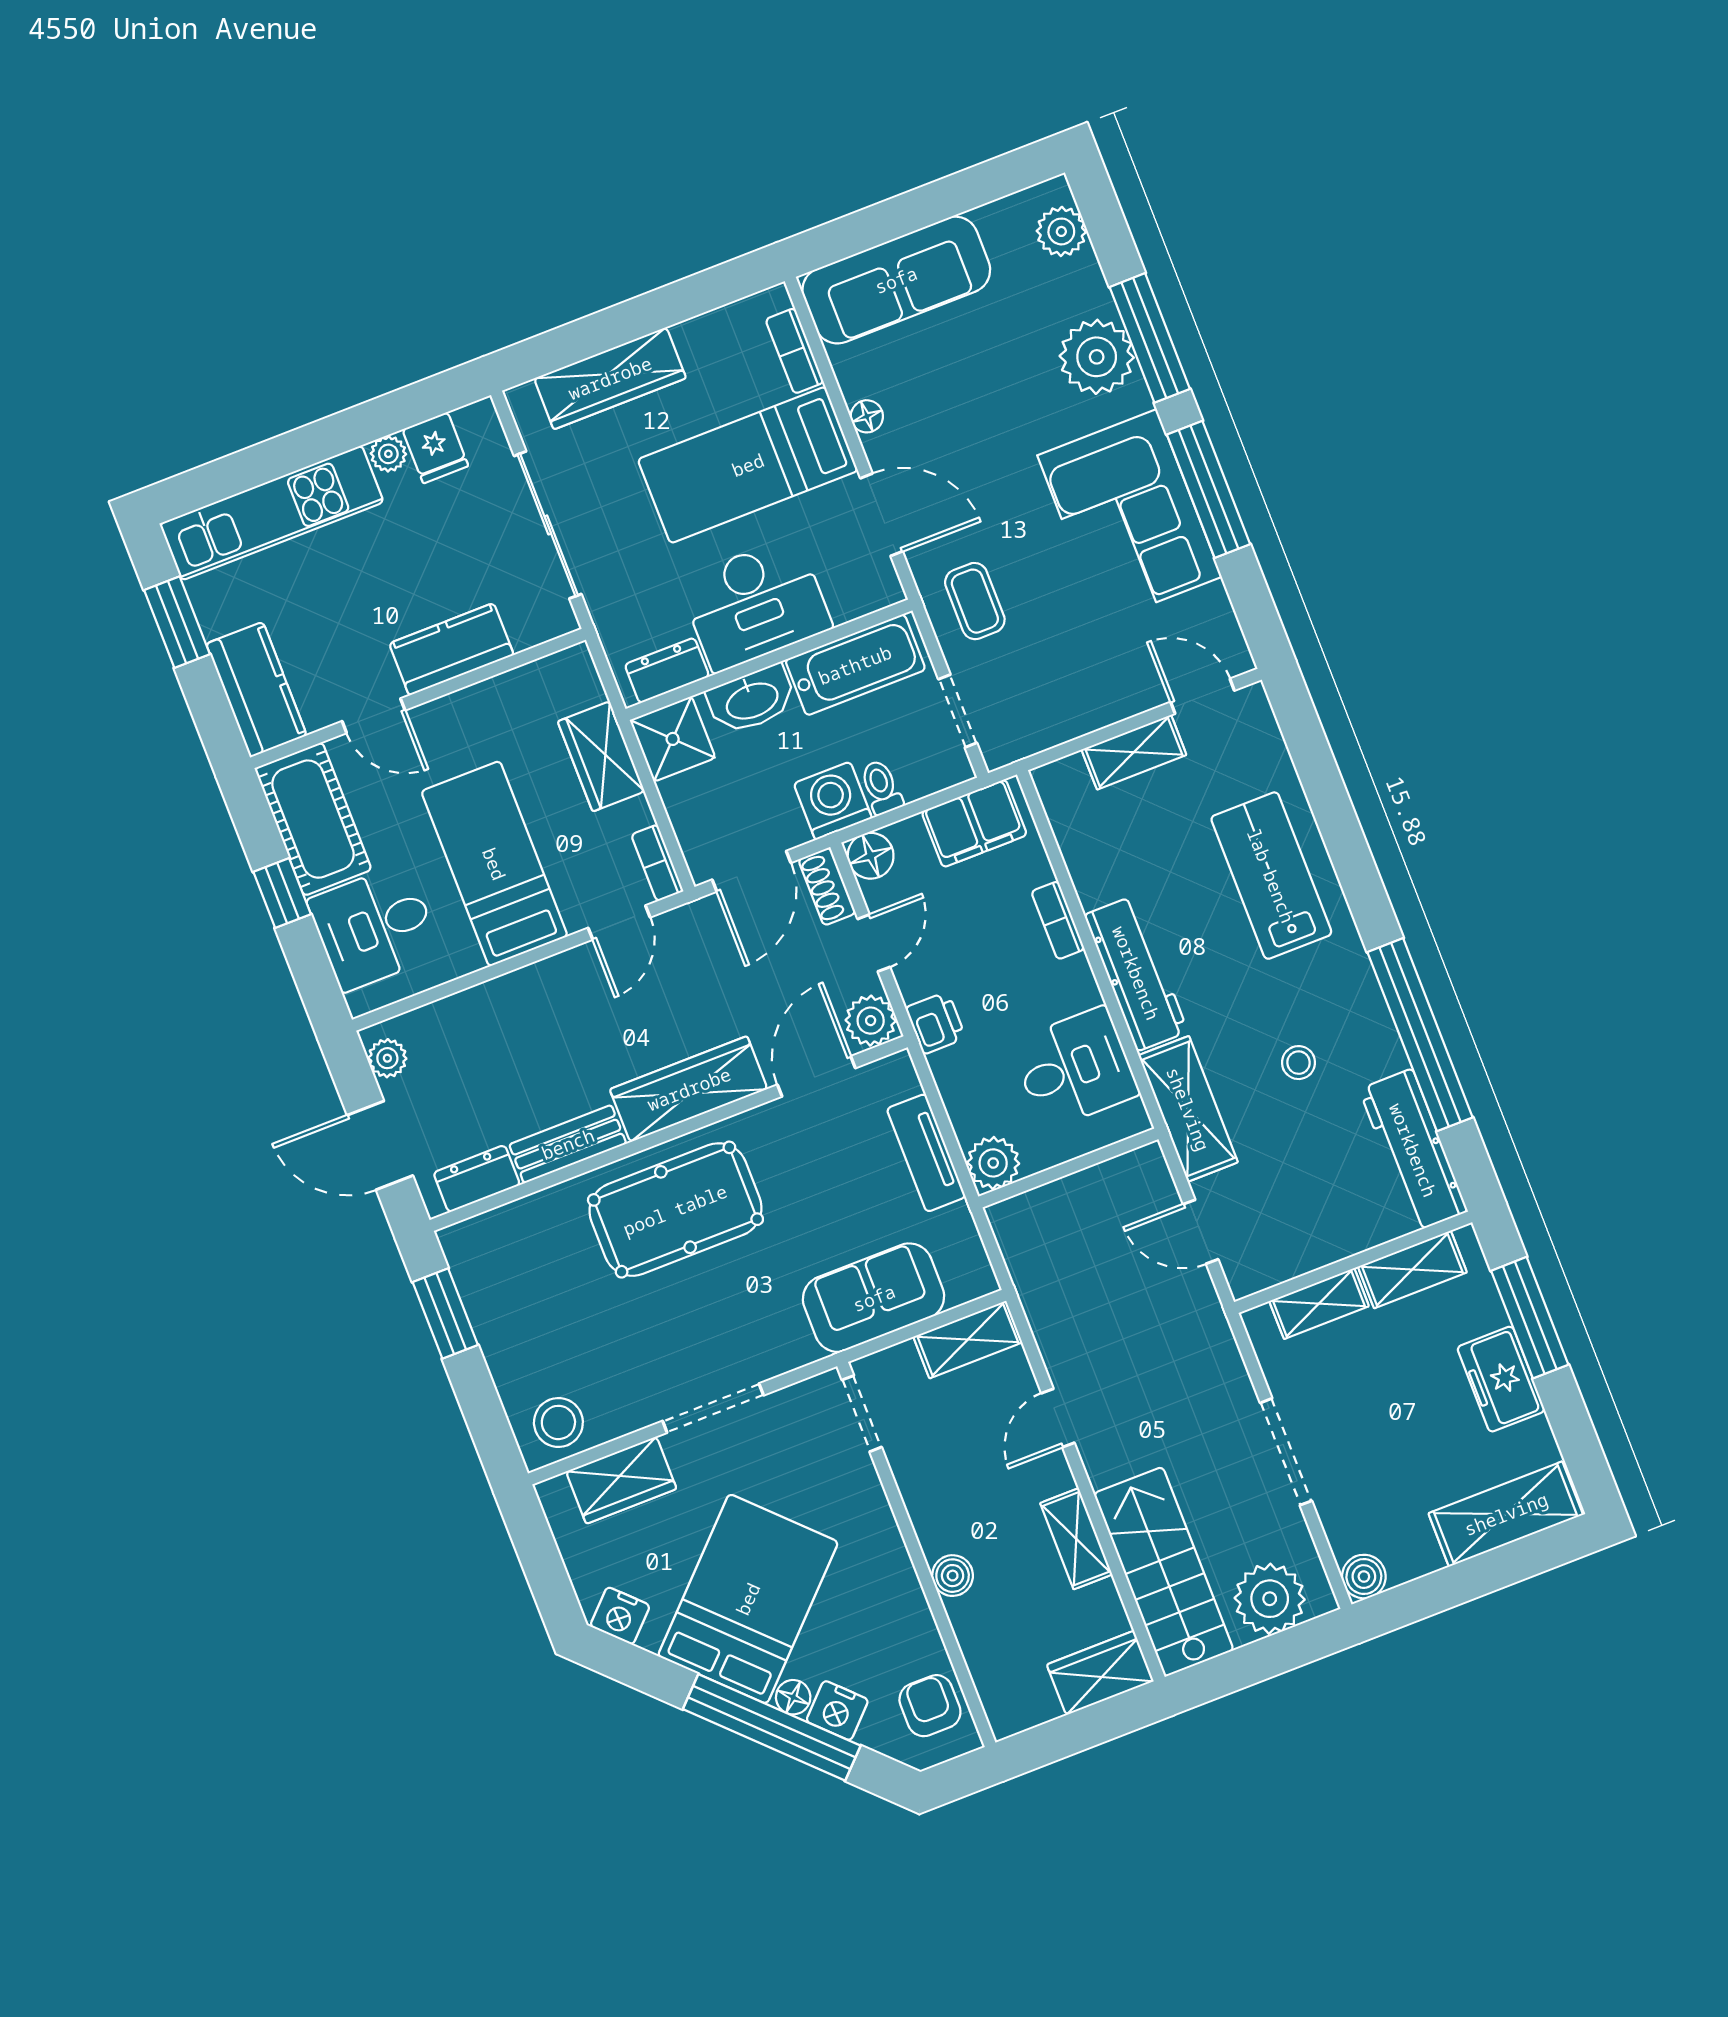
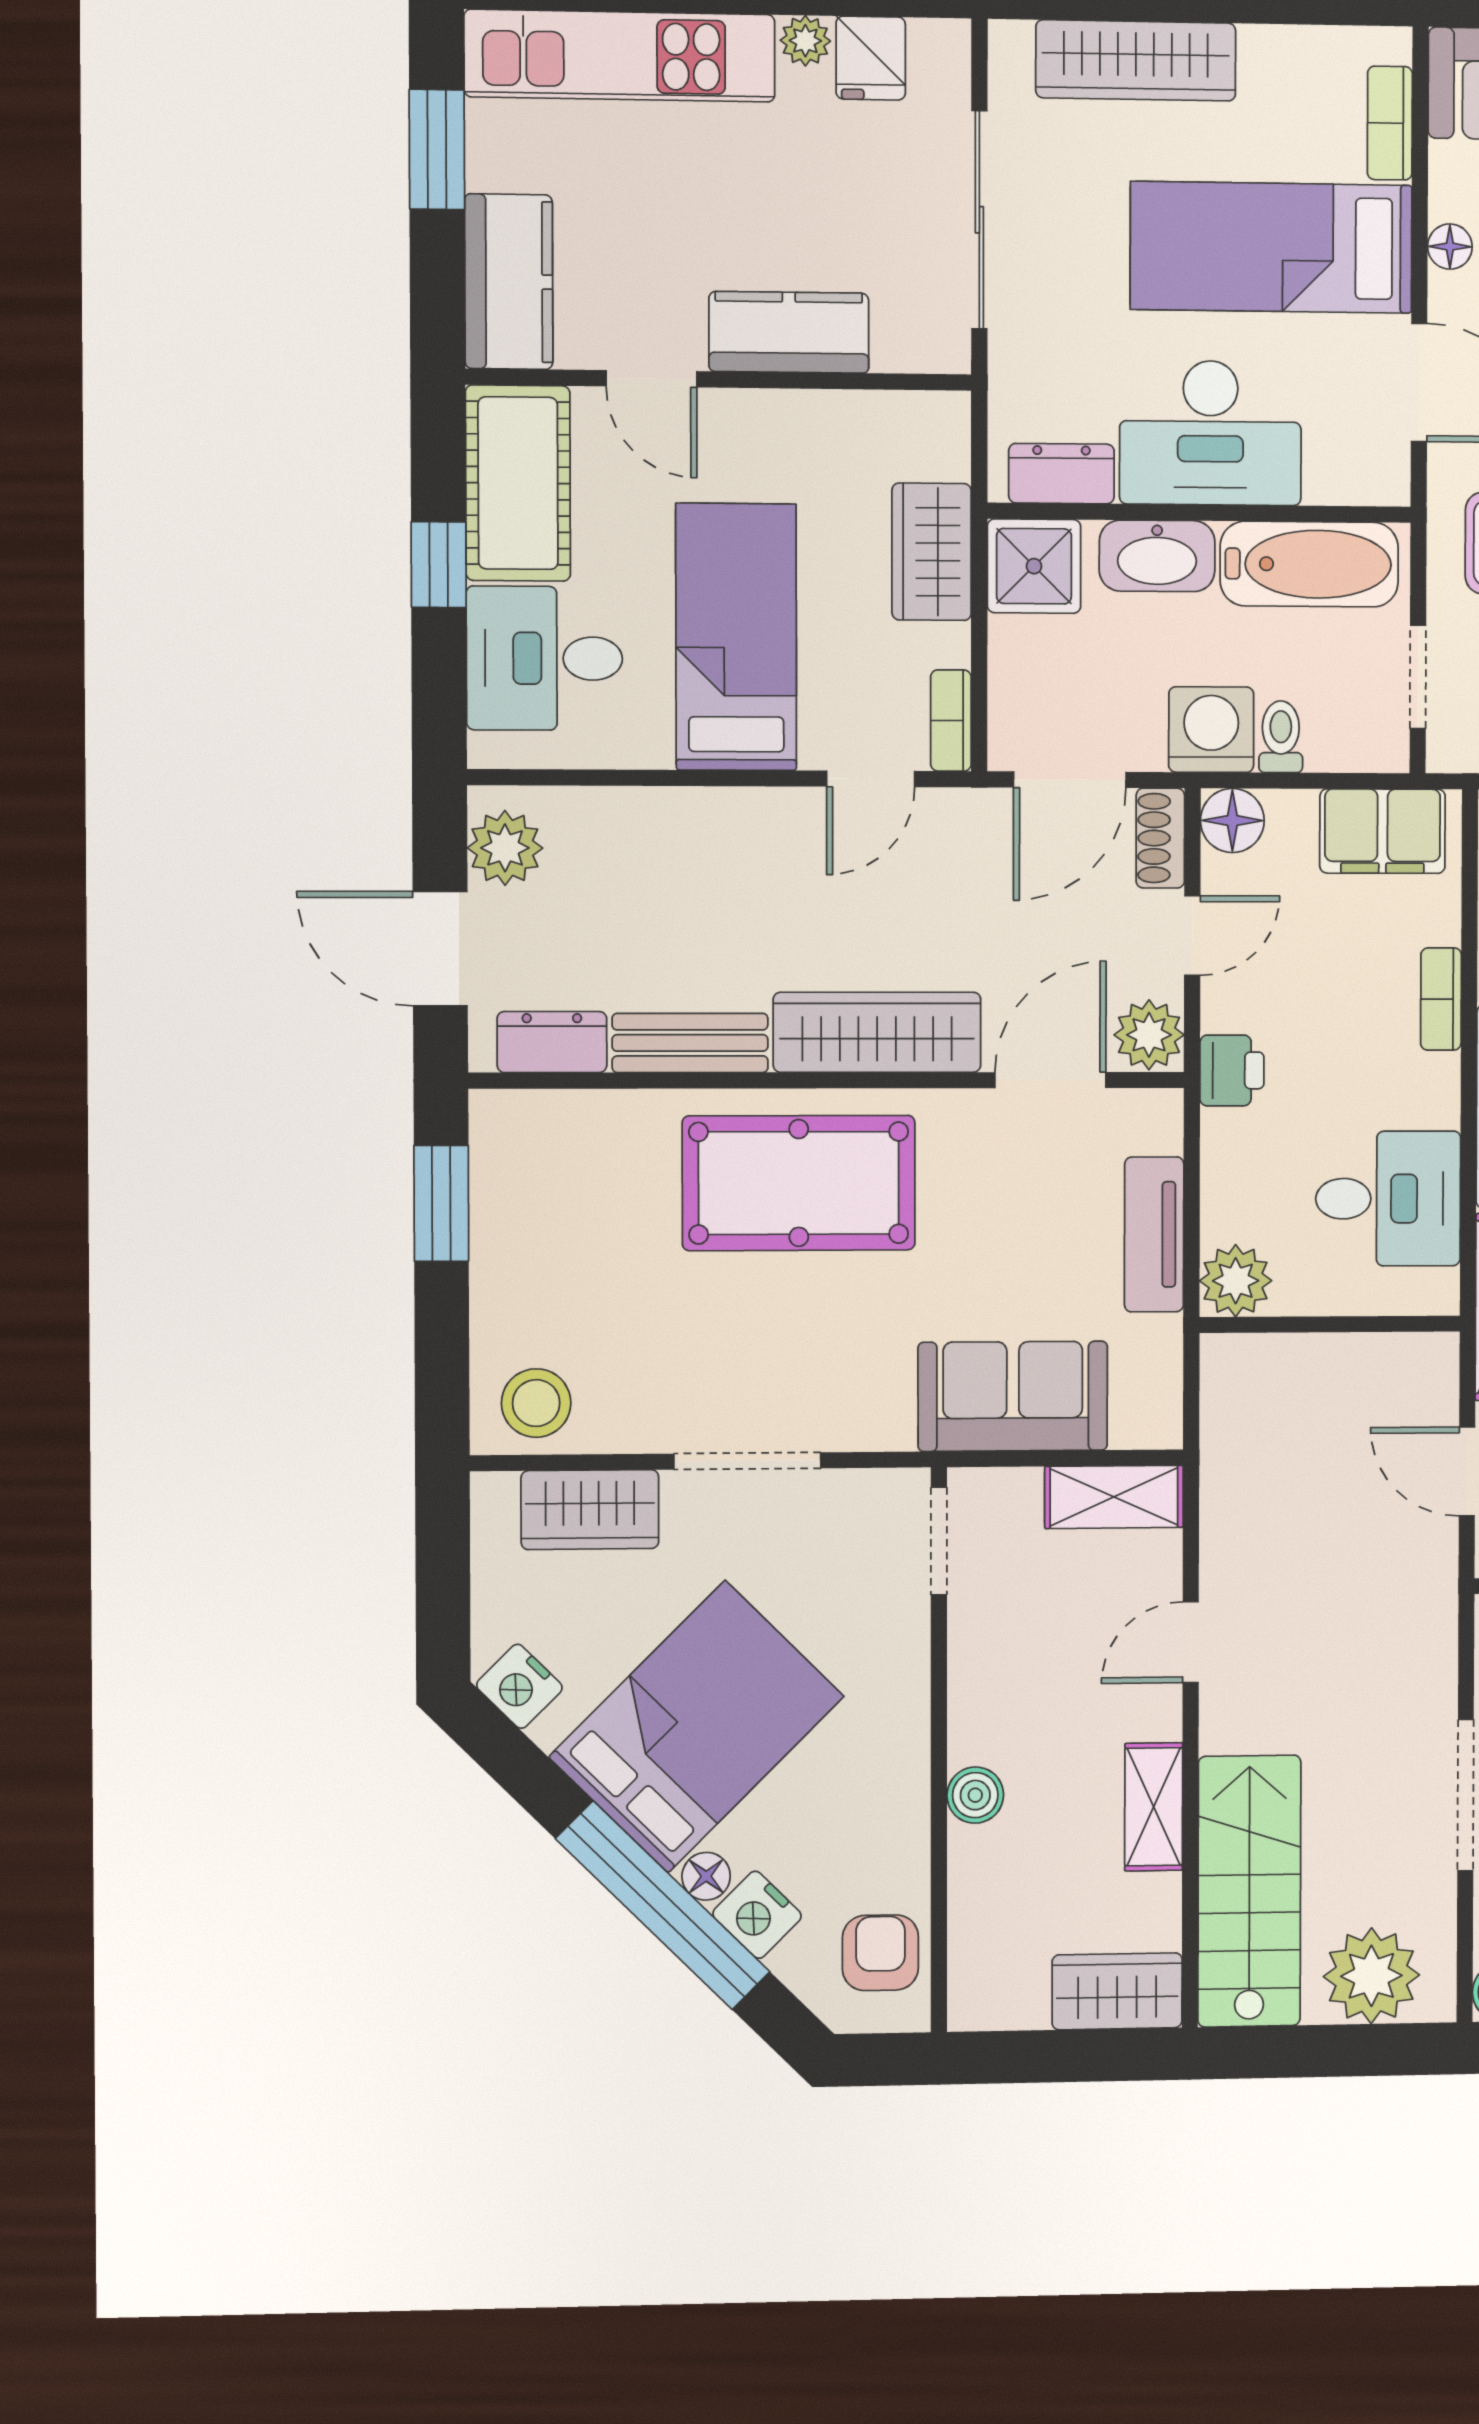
plant: (387, 1058) -> (505, 848), width x1.38, depth x1.38

